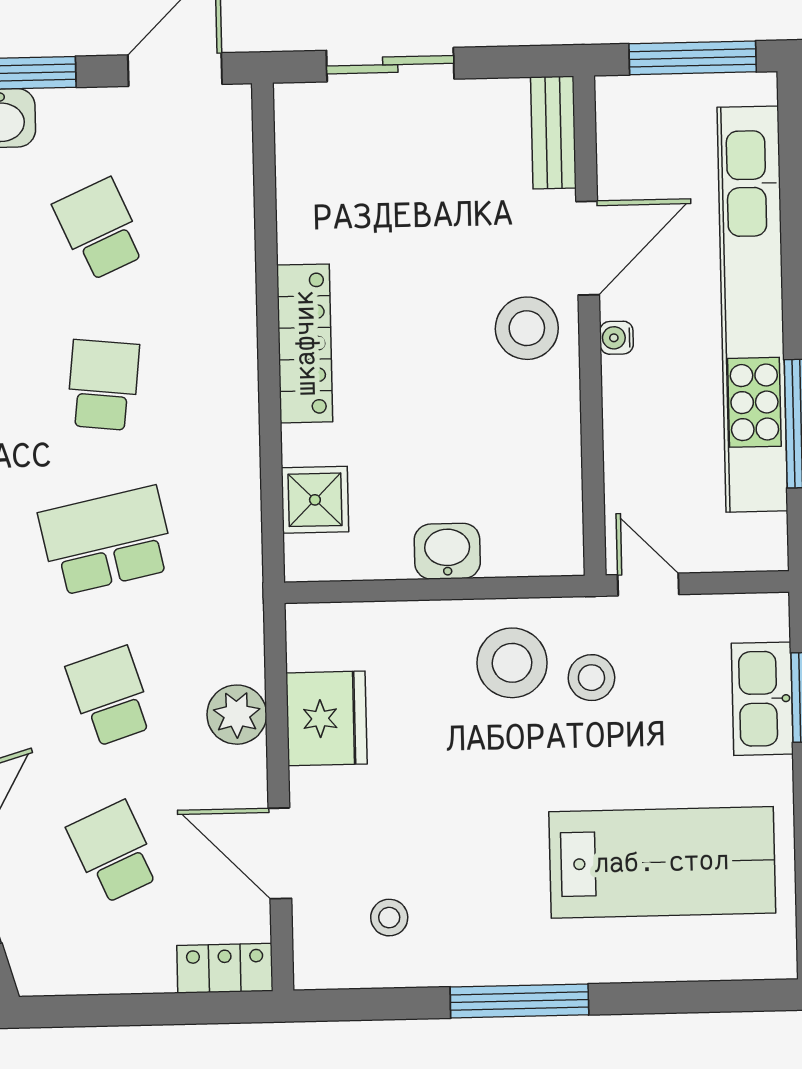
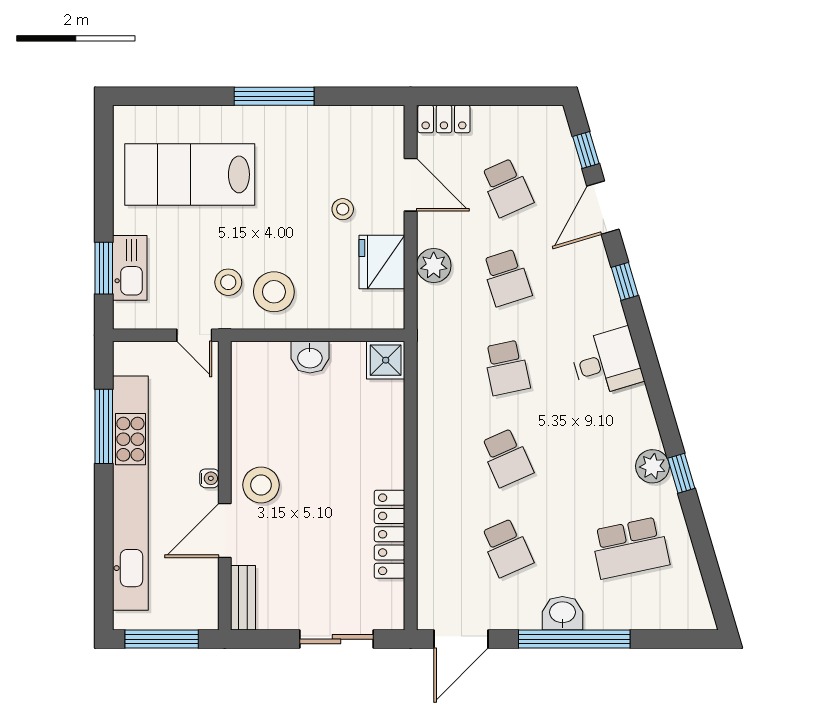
locker: (305, 343) -> (390, 534), moved
school desk: (103, 385) -> (507, 458), turned -30
shower: (315, 500) -> (386, 360), moved
school desk: (107, 541) -> (507, 368), width x0.54
stool: (389, 918) -> (343, 209), moved

